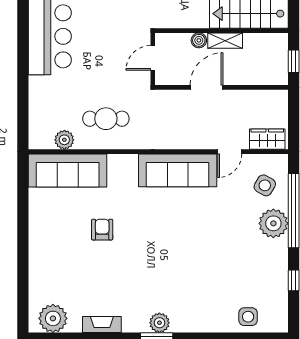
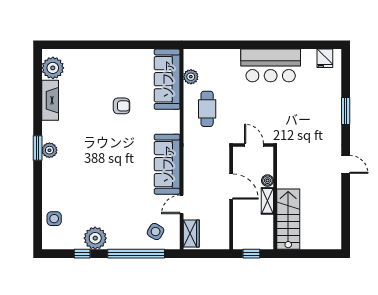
door: (230, 152) -> (182, 204), hinge flipped
plant: (273, 223) -> (95, 238), moved
fireplace: (102, 324) -> (50, 100), width x1.37, depth x1.32

